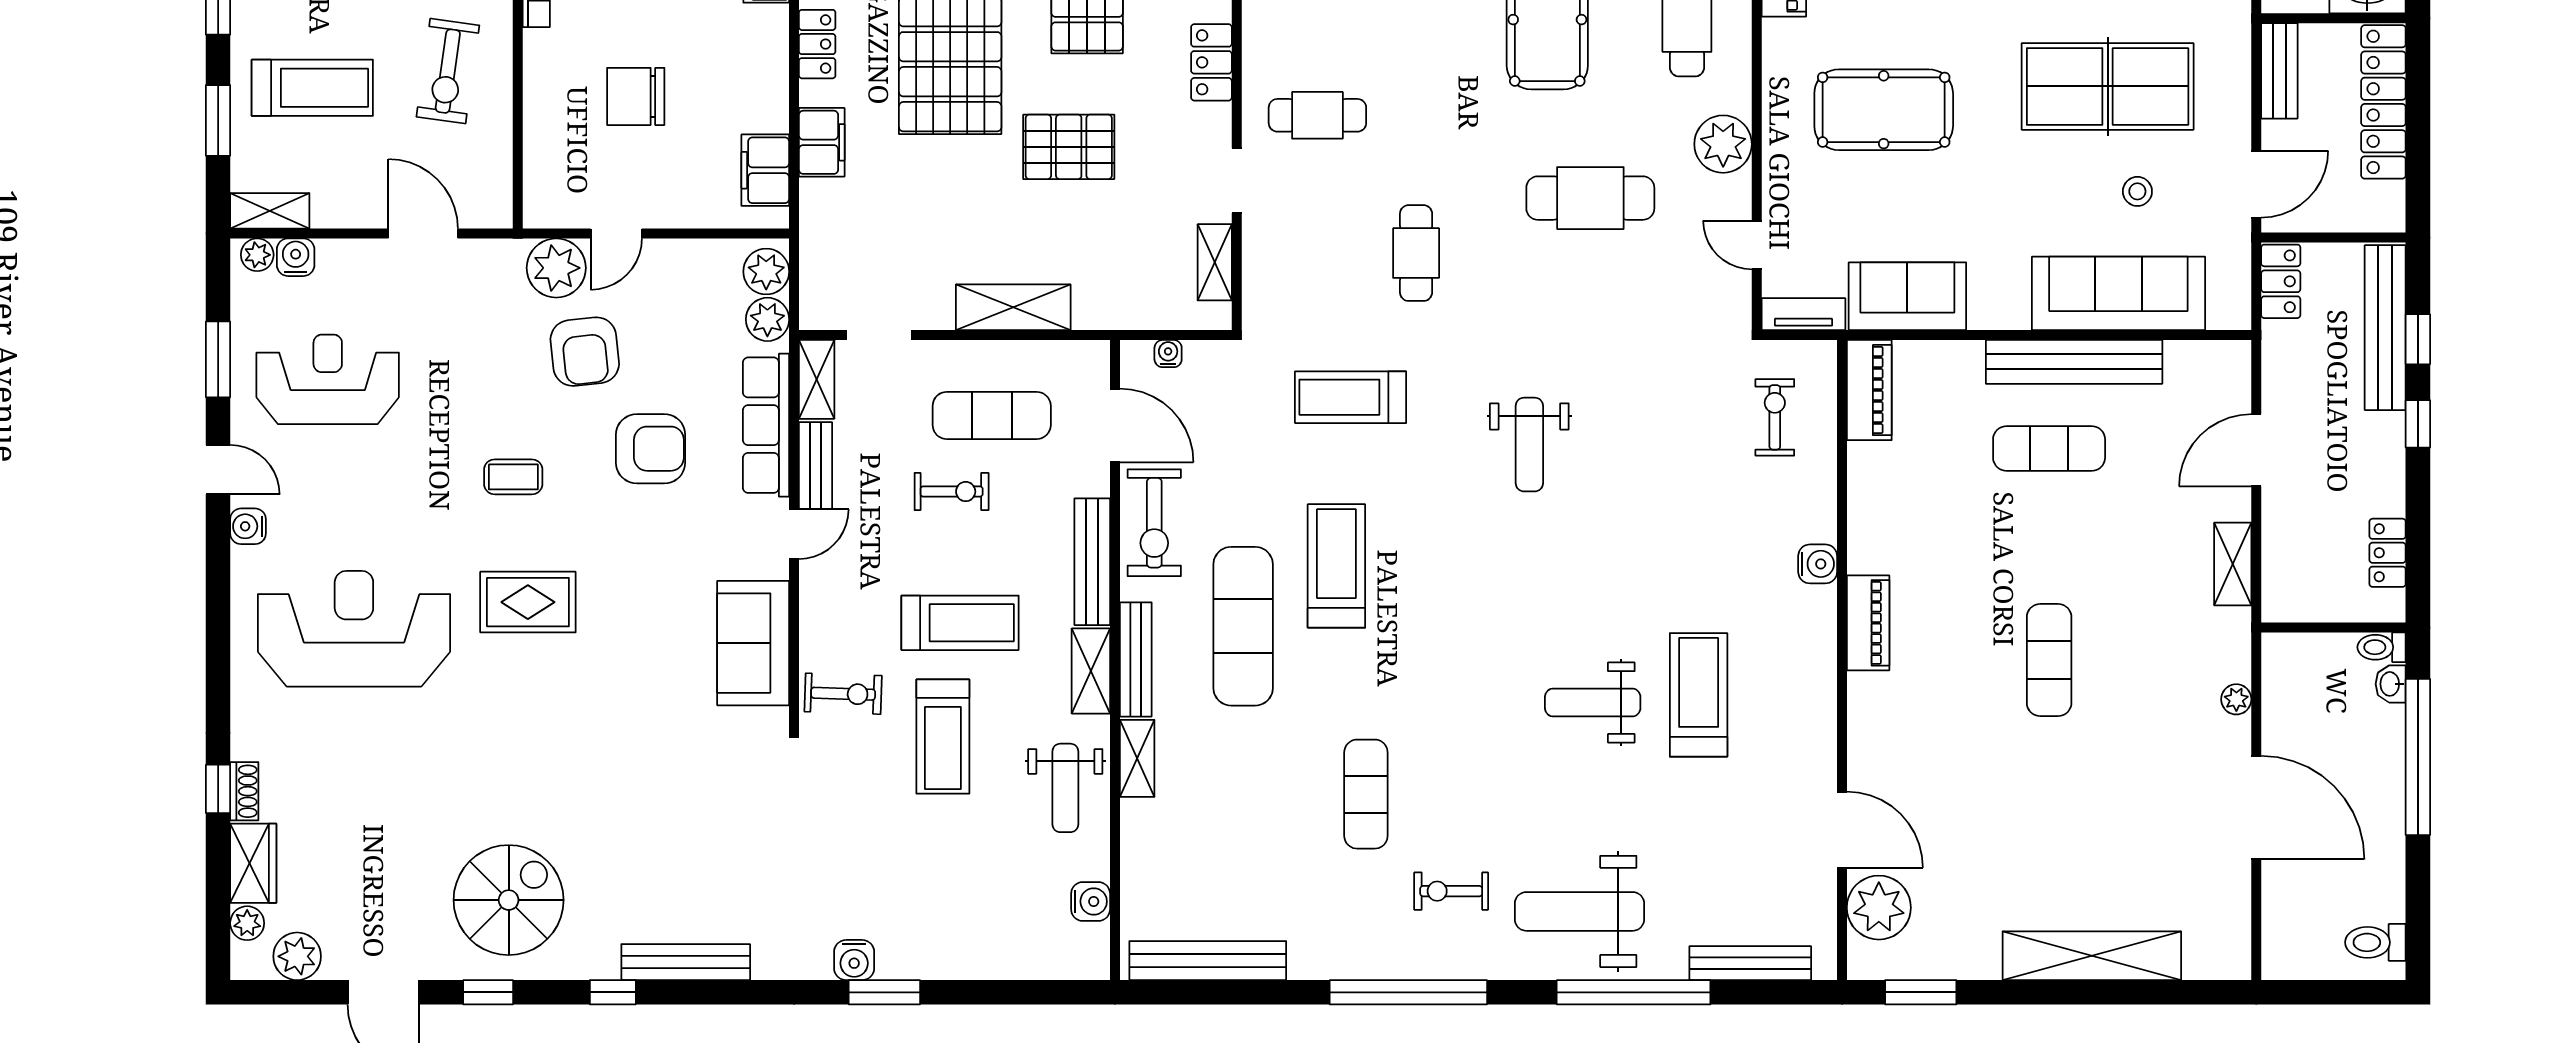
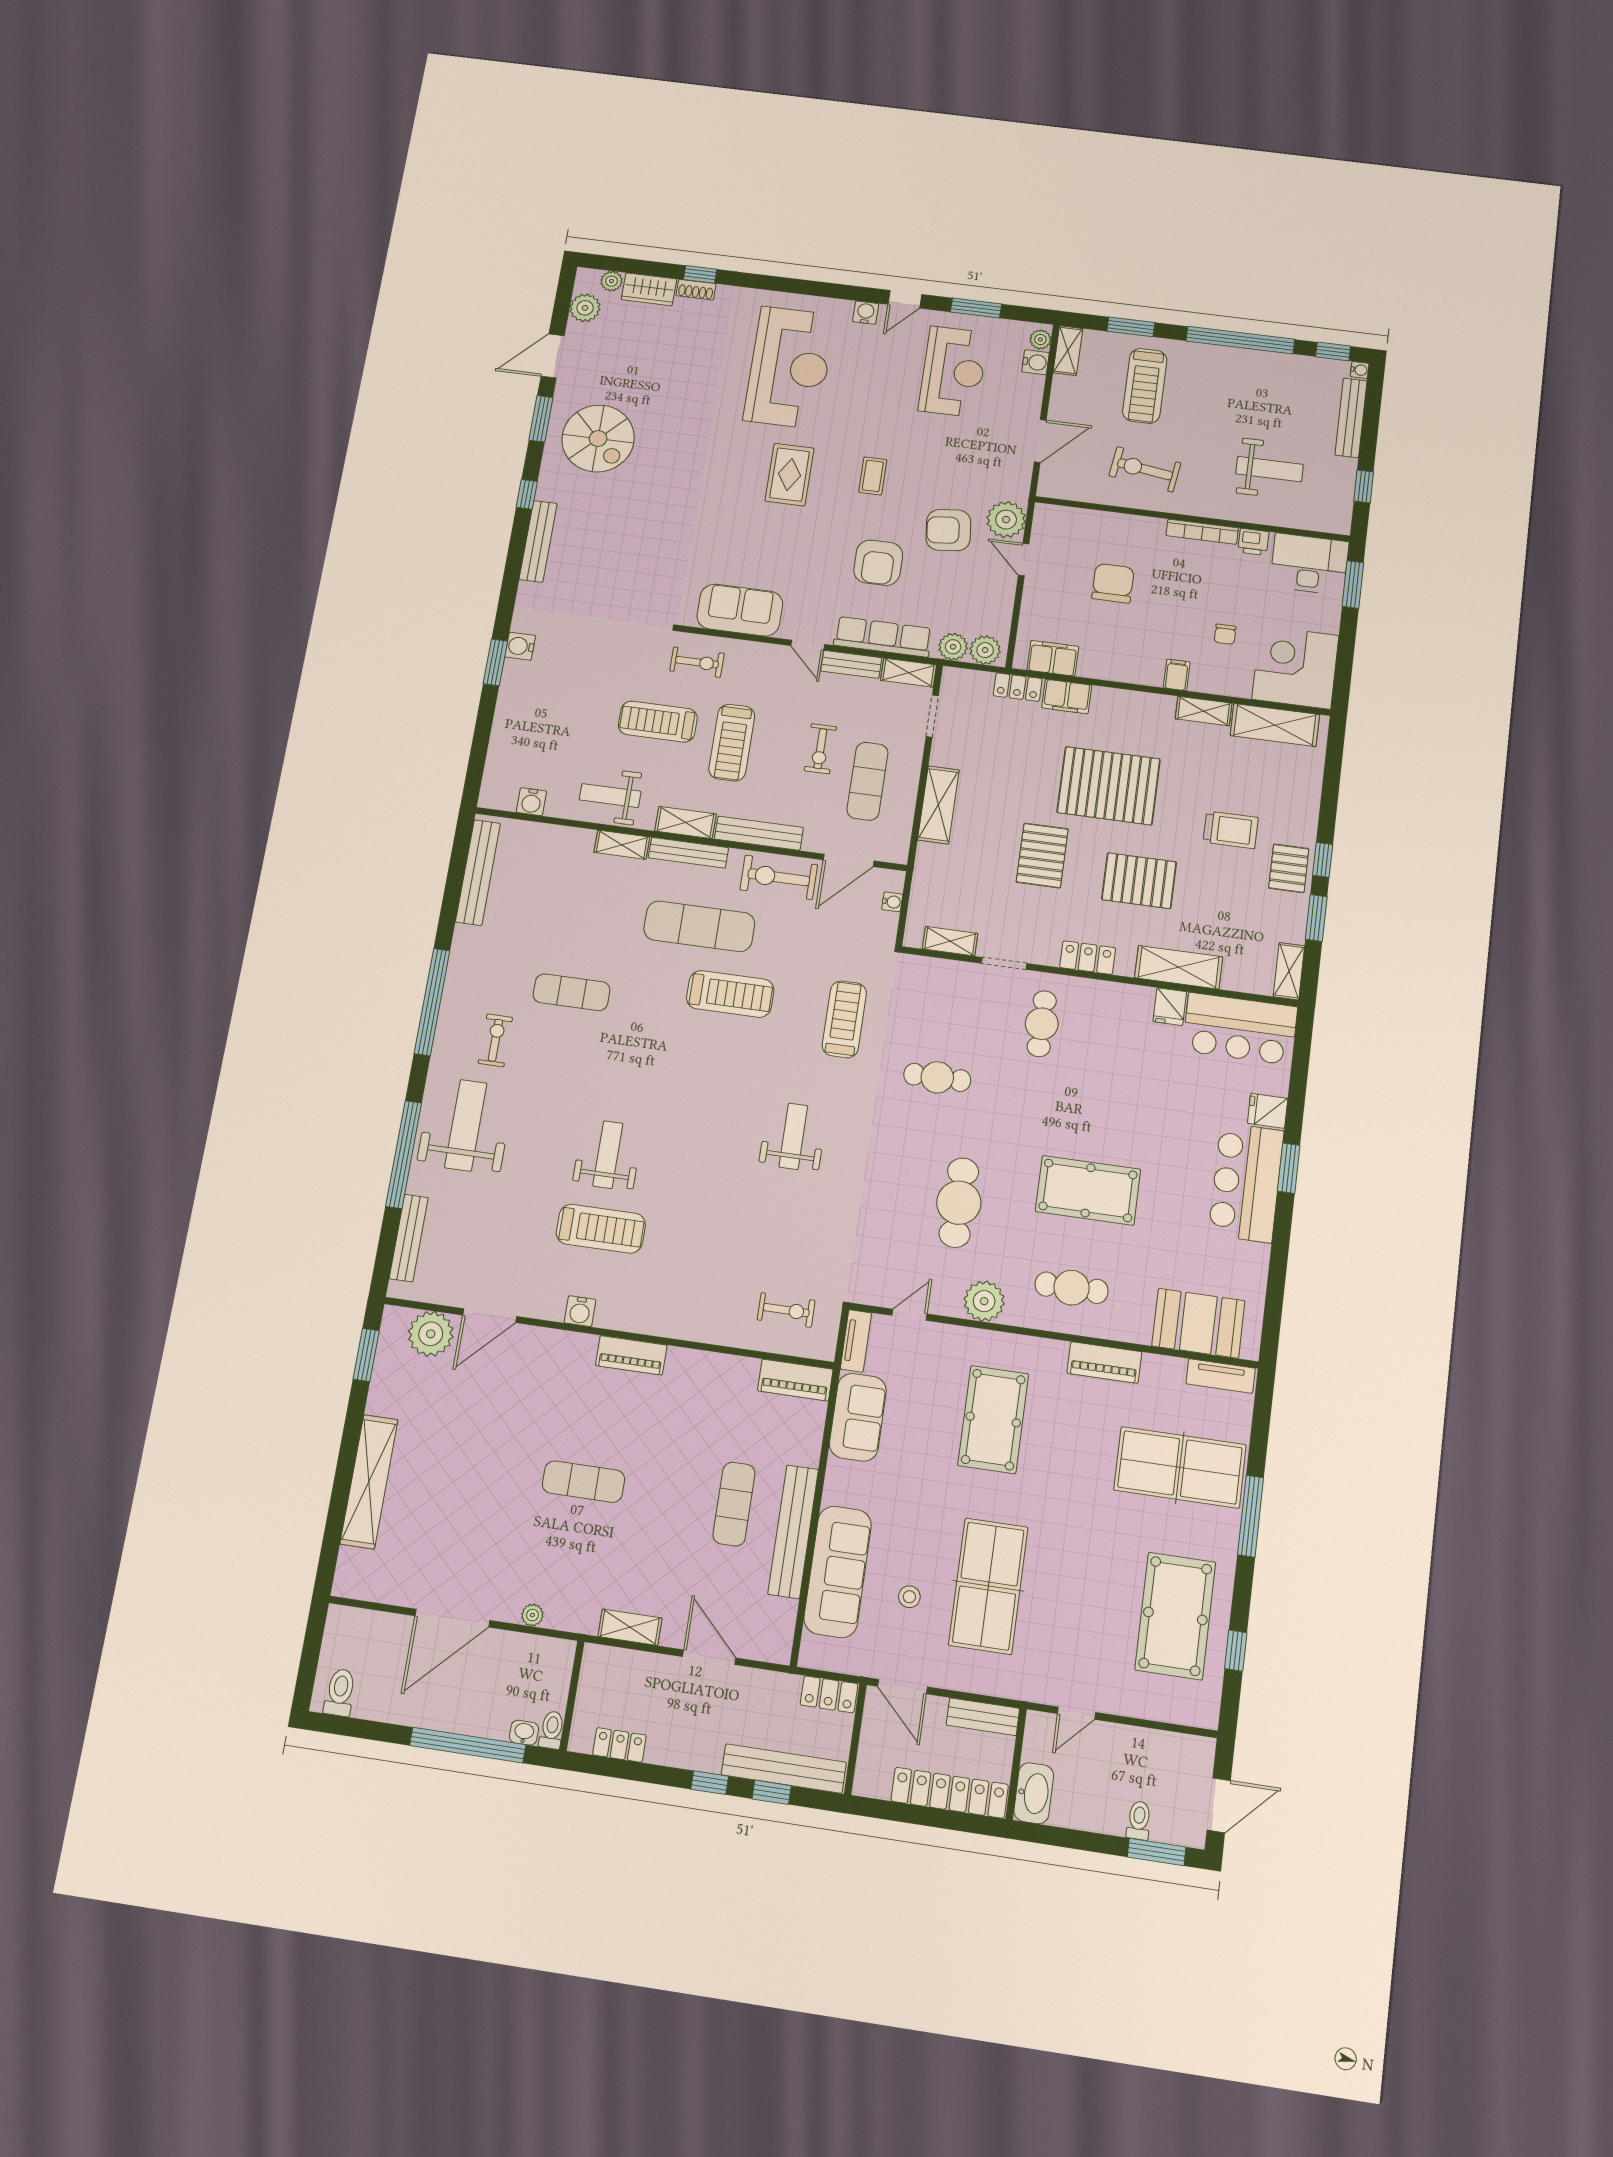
locker: (817, 44) -> (1018, 687), moved
weight bench: (1529, 445) -> (793, 1136), turned 90
water cooler: (1818, 564) -> (580, 1311), moved
exercise bike: (843, 694) -> (697, 662), turned -92
window: (488, 992) -> (541, 419), width x1.50

